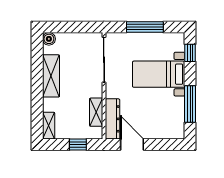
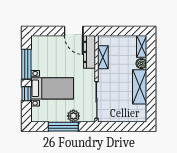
boiler: (49, 39) -> (141, 63), moved
plant: (132, 40) -> (73, 116), added
window: (190, 53) -> (26, 94), moved
window: (78, 144) -> (118, 31), removed

